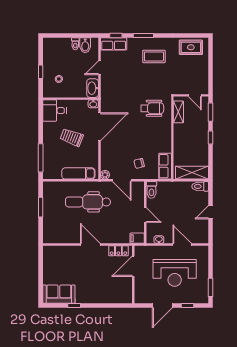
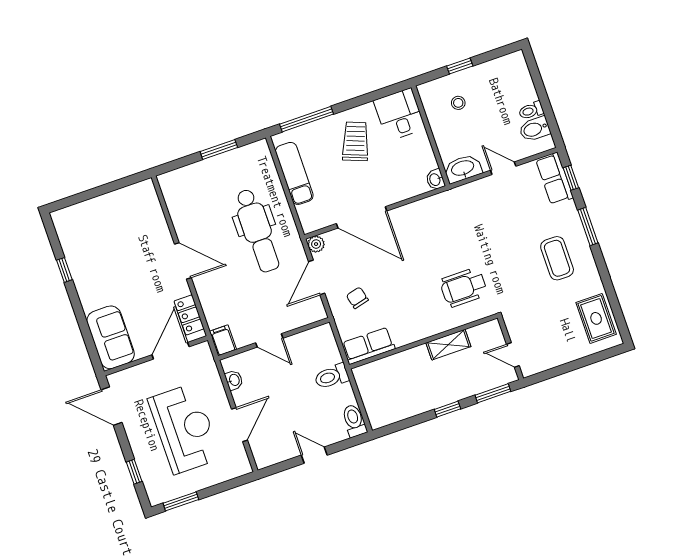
door: (195, 95) -> (513, 355), hinge flipped
wheelchair: (152, 108) -> (464, 287), turned 90
shelving: (178, 112) -> (448, 345), moved
door: (99, 127) -> (362, 217), moved
trolley: (72, 137) -> (355, 141), moved
exam couch: (78, 173) -> (294, 173), moved
shelving: (192, 173) -> (374, 398), removed
toilet: (151, 190) -> (332, 376), moved
dental chair: (88, 202) -> (257, 231), turned 180
door: (145, 215) -> (269, 340), hinge flipped
door: (90, 245) -> (183, 261), hinge flipped
door: (133, 266) -> (171, 351), hinge flipped
reception desk: (175, 273) -> (184, 429), turned 180
sofa: (59, 294) -> (111, 337), moved
door: (162, 306) -> (111, 406), moved

